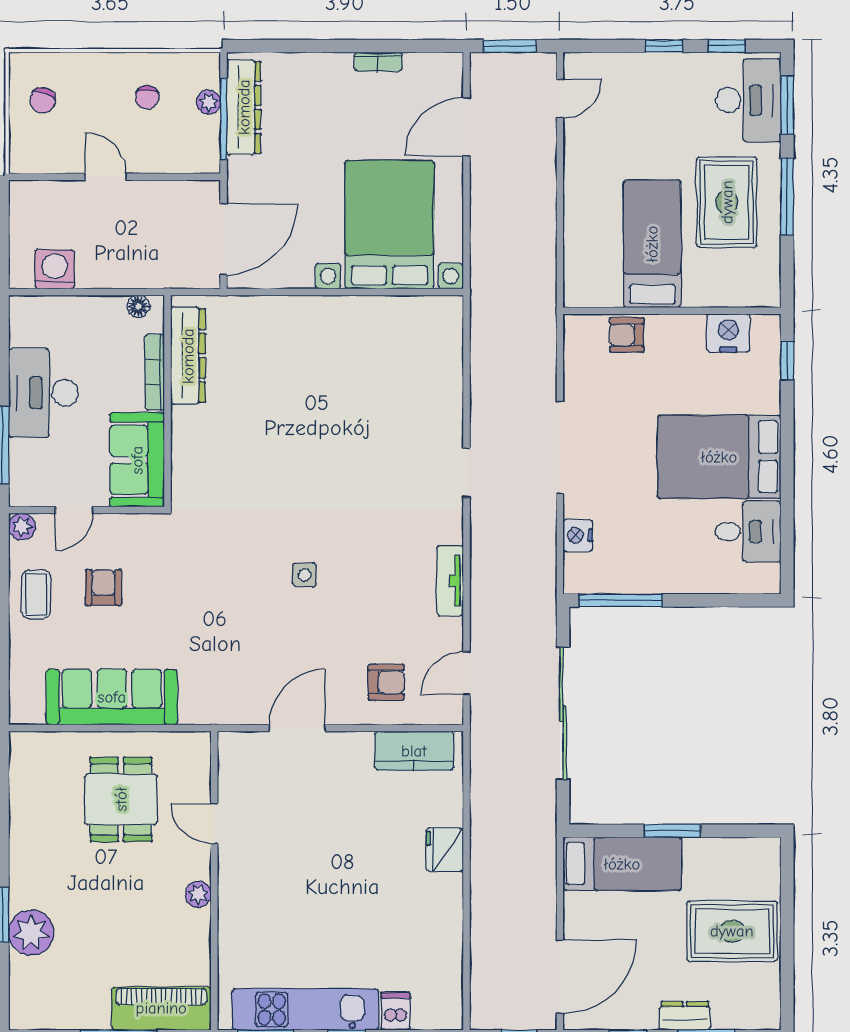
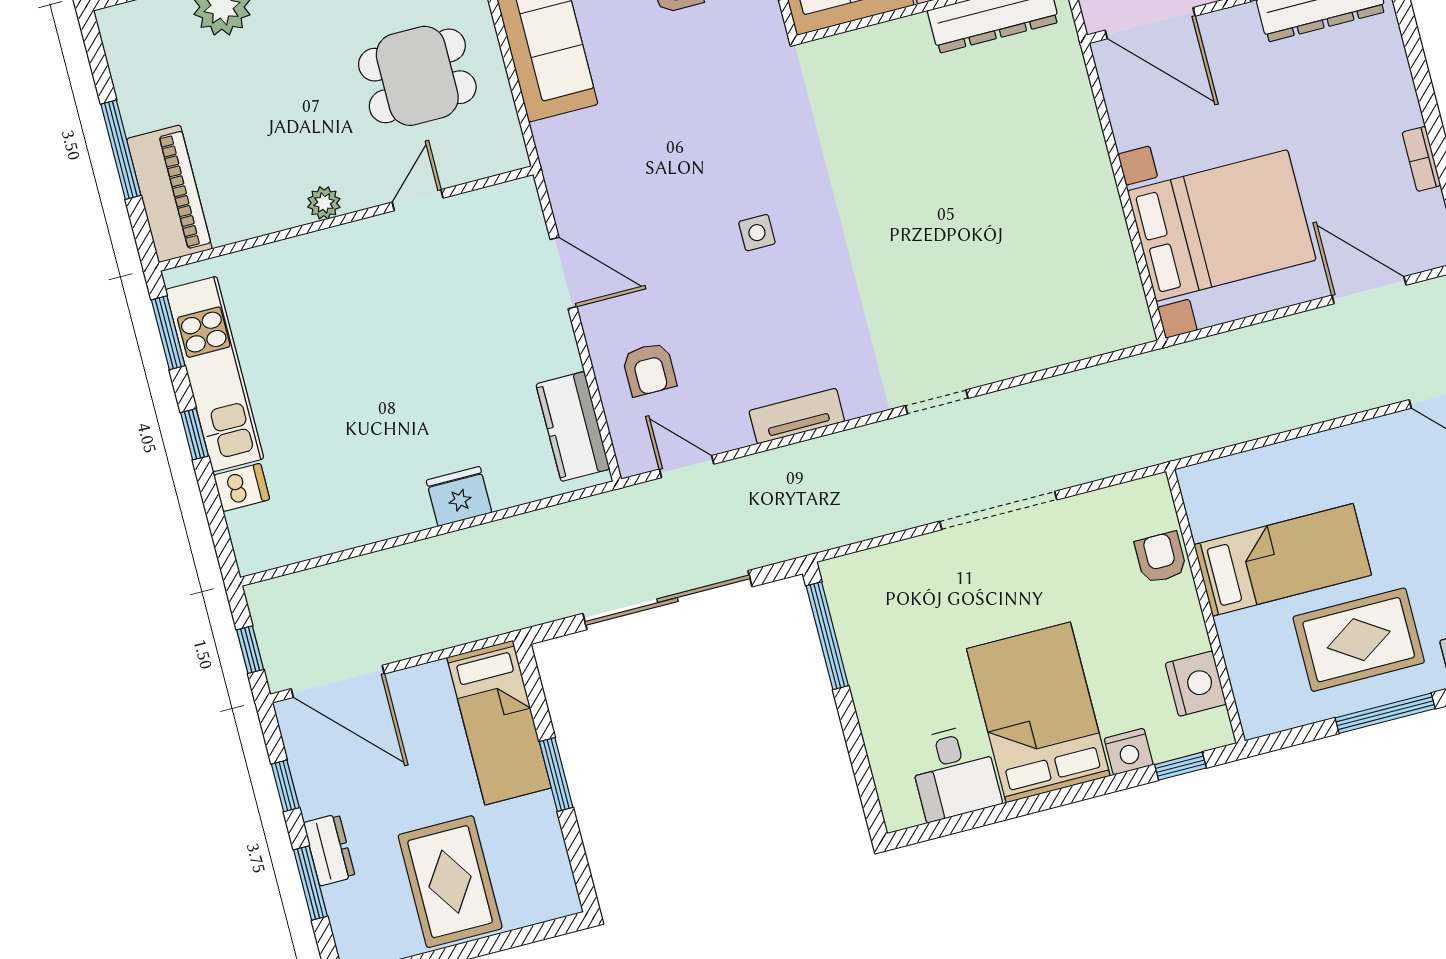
nightstand: (578, 535) -> (1129, 752), moved, turned 180

